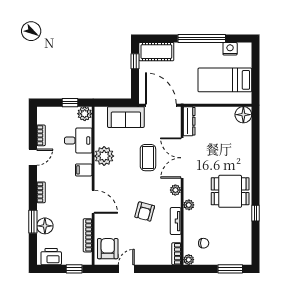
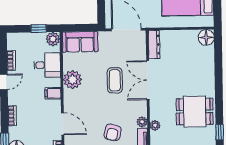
sofa: (126, 117) -> (80, 42), moved
plant: (175, 190) -> (142, 122), moved

